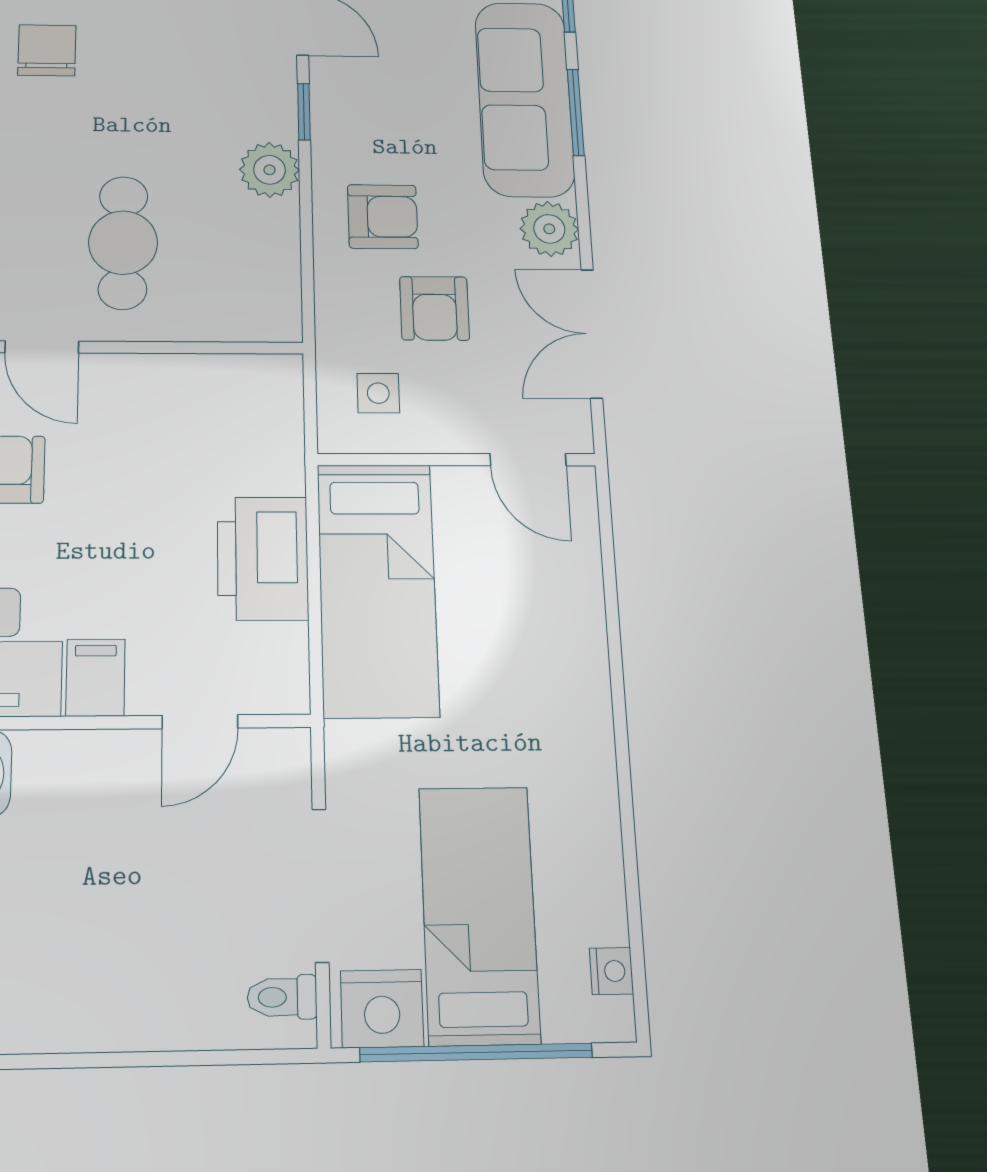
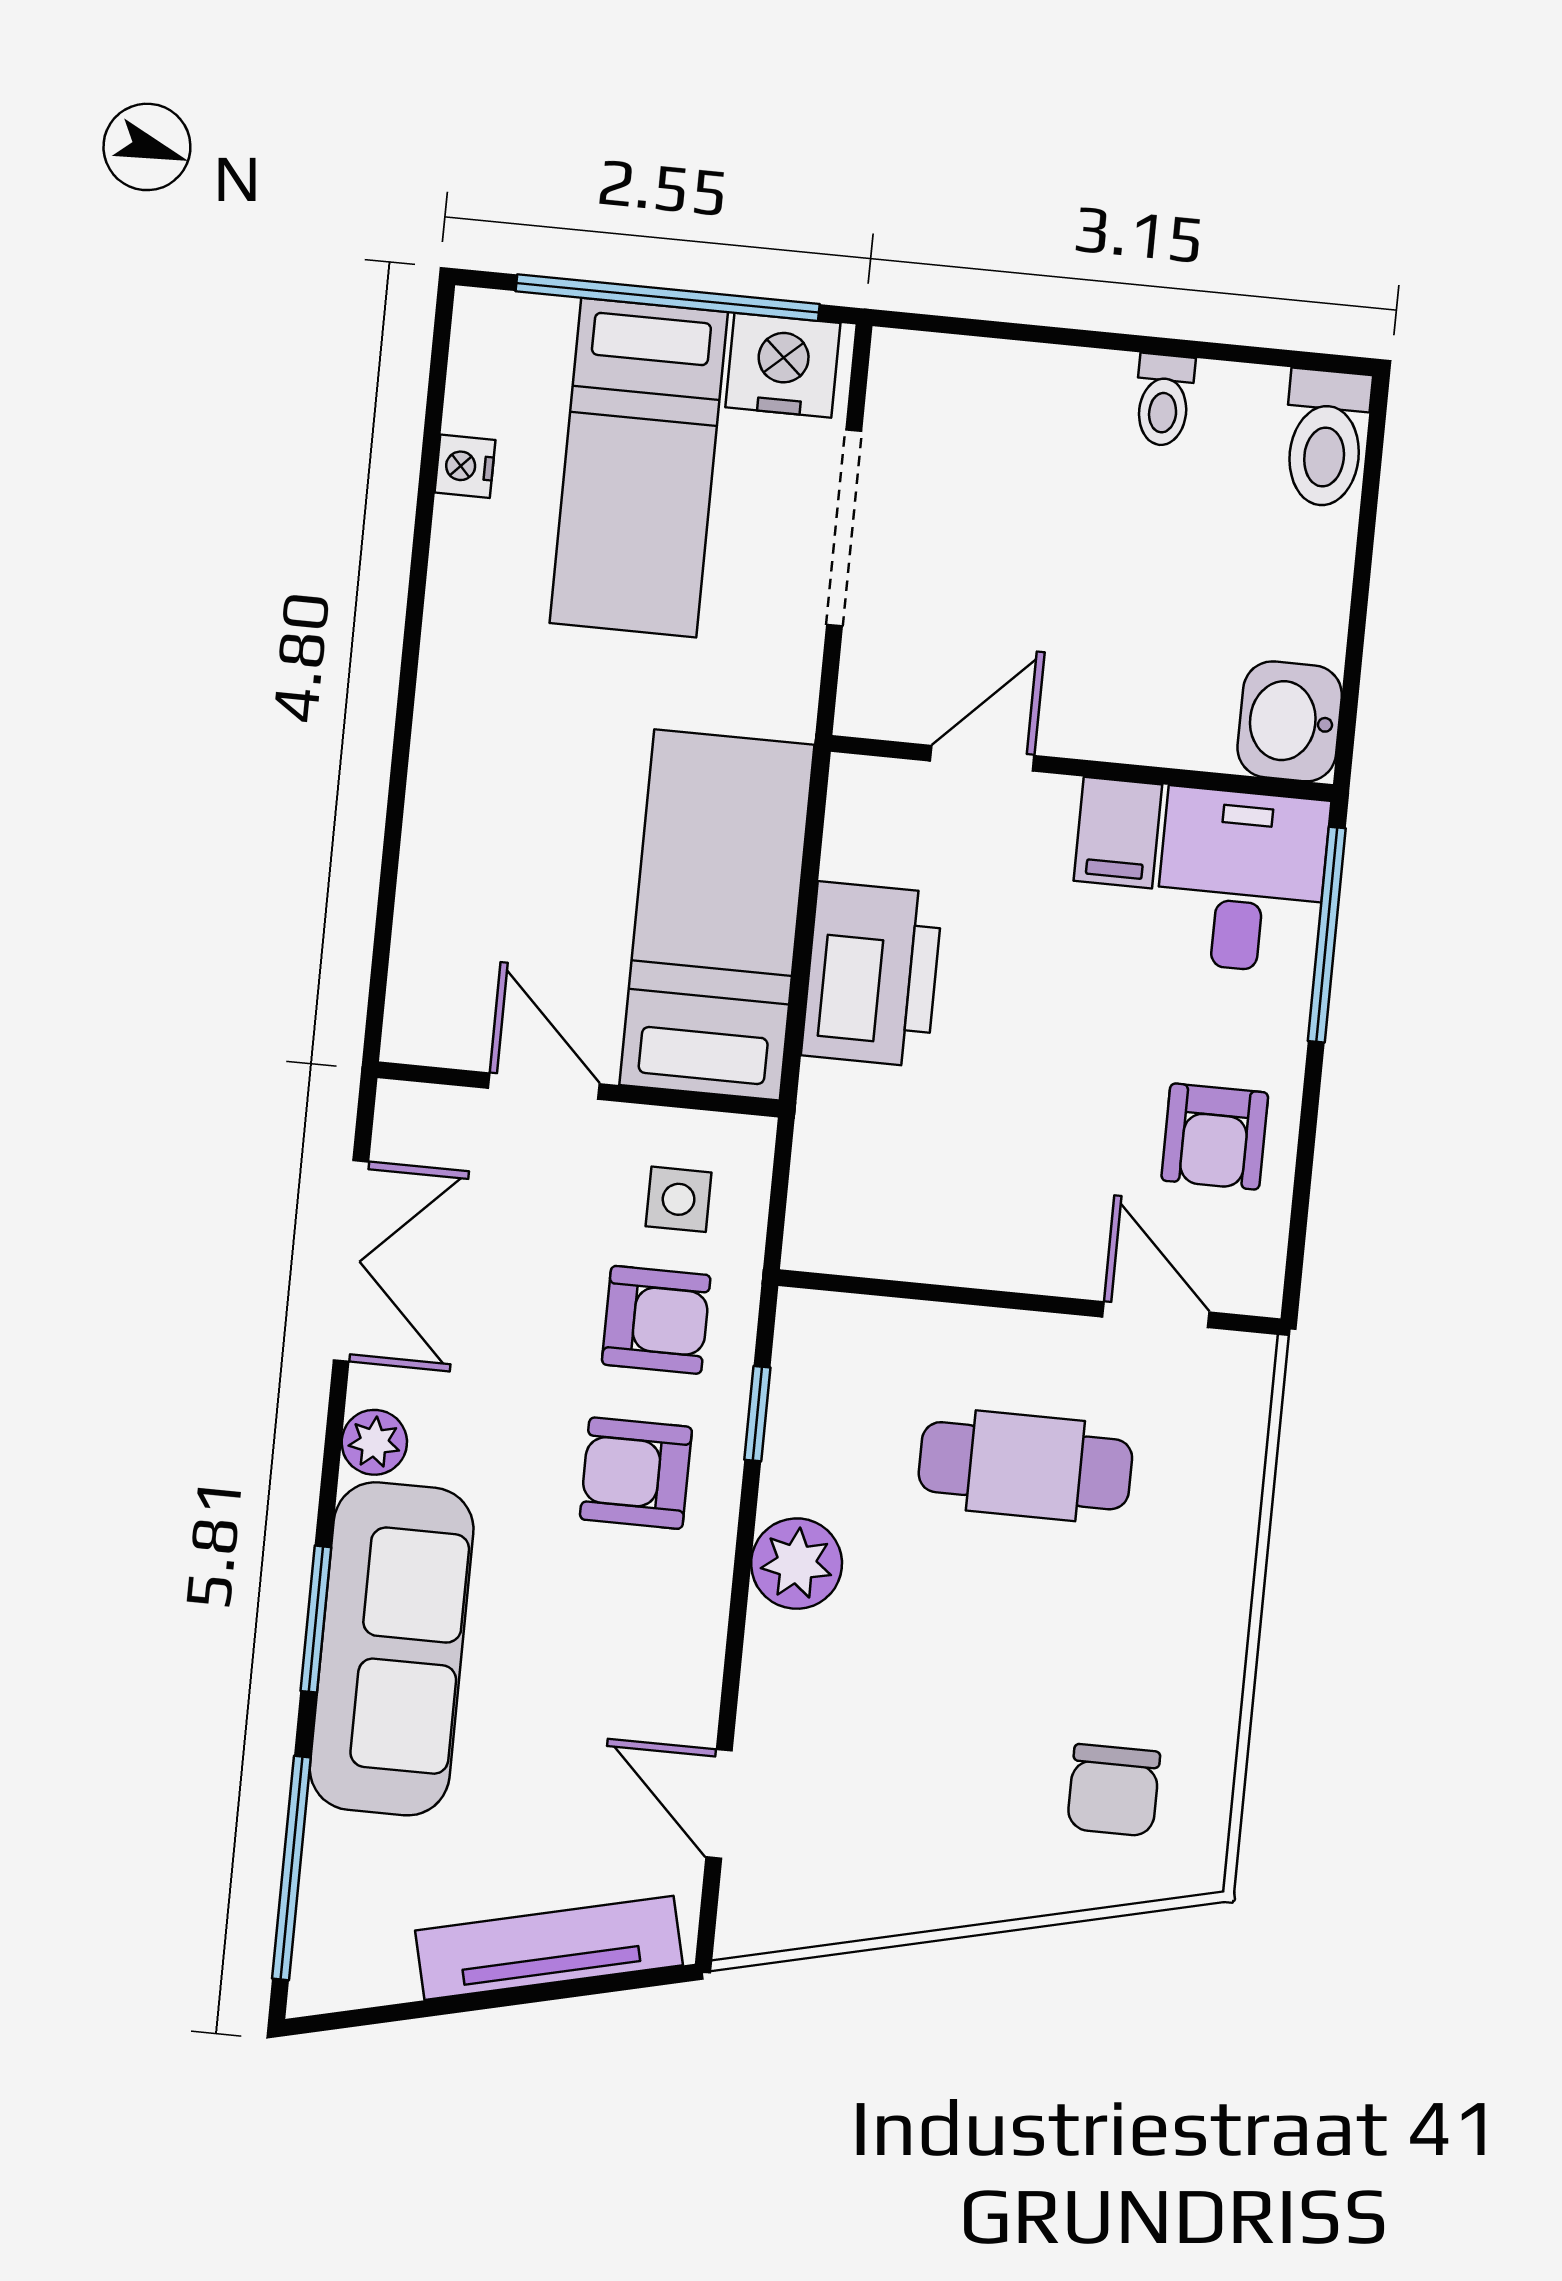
window: (304, 112) -> (757, 1414), moved
plant: (549, 229) -> (374, 1442), width x0.73, depth x0.73
cafe table: (123, 243) -> (1025, 1466), turned 90
armchair: (434, 308) -> (656, 1320), moved, turned 90
door: (528, 460) -> (544, 1086), moved
nightstand: (611, 971) -> (465, 466), moved
toilet: (282, 997) -> (1164, 400), moved, turned 90

